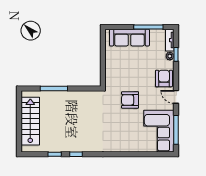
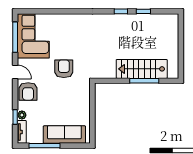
armchair: (130, 100) -> (64, 69), turned -90
stairs: (30, 121) -> (142, 69), moved, turned 90

